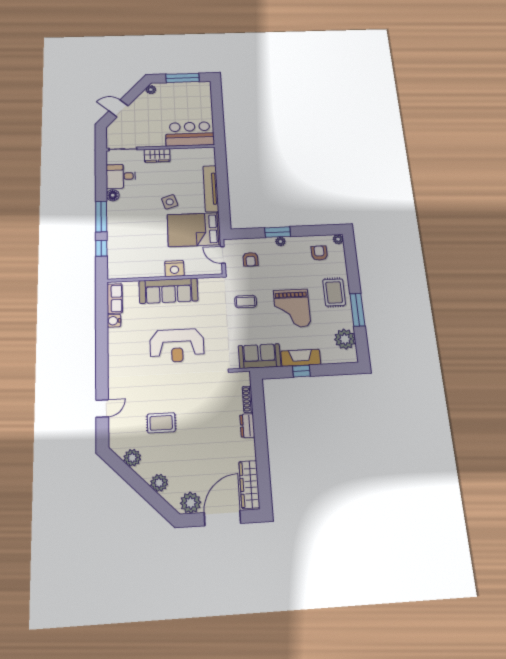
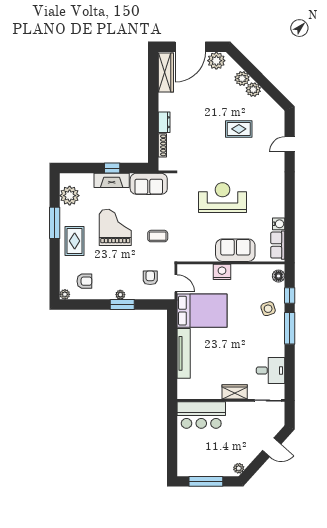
floor lamp: (113, 195) -> (279, 276), moved
side table: (170, 202) -> (268, 309), moved
armchair: (319, 253) -> (84, 281), turned -90
sofa: (169, 291) -> (235, 250), width x0.73
plant: (132, 458) -> (253, 90), moved

